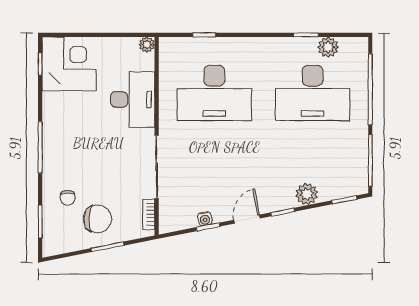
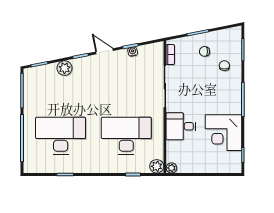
plant: (328, 47) -> (157, 166), moved
corner desk: (69, 64) -> (224, 133), moved
desk: (133, 99) -> (181, 126), width x0.73
chair: (97, 219) -> (205, 51), width x0.54, depth x0.54
door: (247, 219) -> (104, 51), swing flipped

